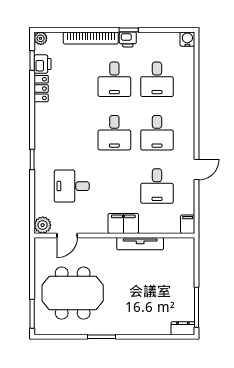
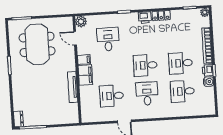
water cooler: (187, 39) -> (209, 82), moved
printer: (42, 64) -> (145, 17), moved
locker: (41, 89) -> (161, 16), moved
desk: (157, 133) -> (147, 94), turned 90
filing cabinet: (188, 224) -> (84, 60), moved

